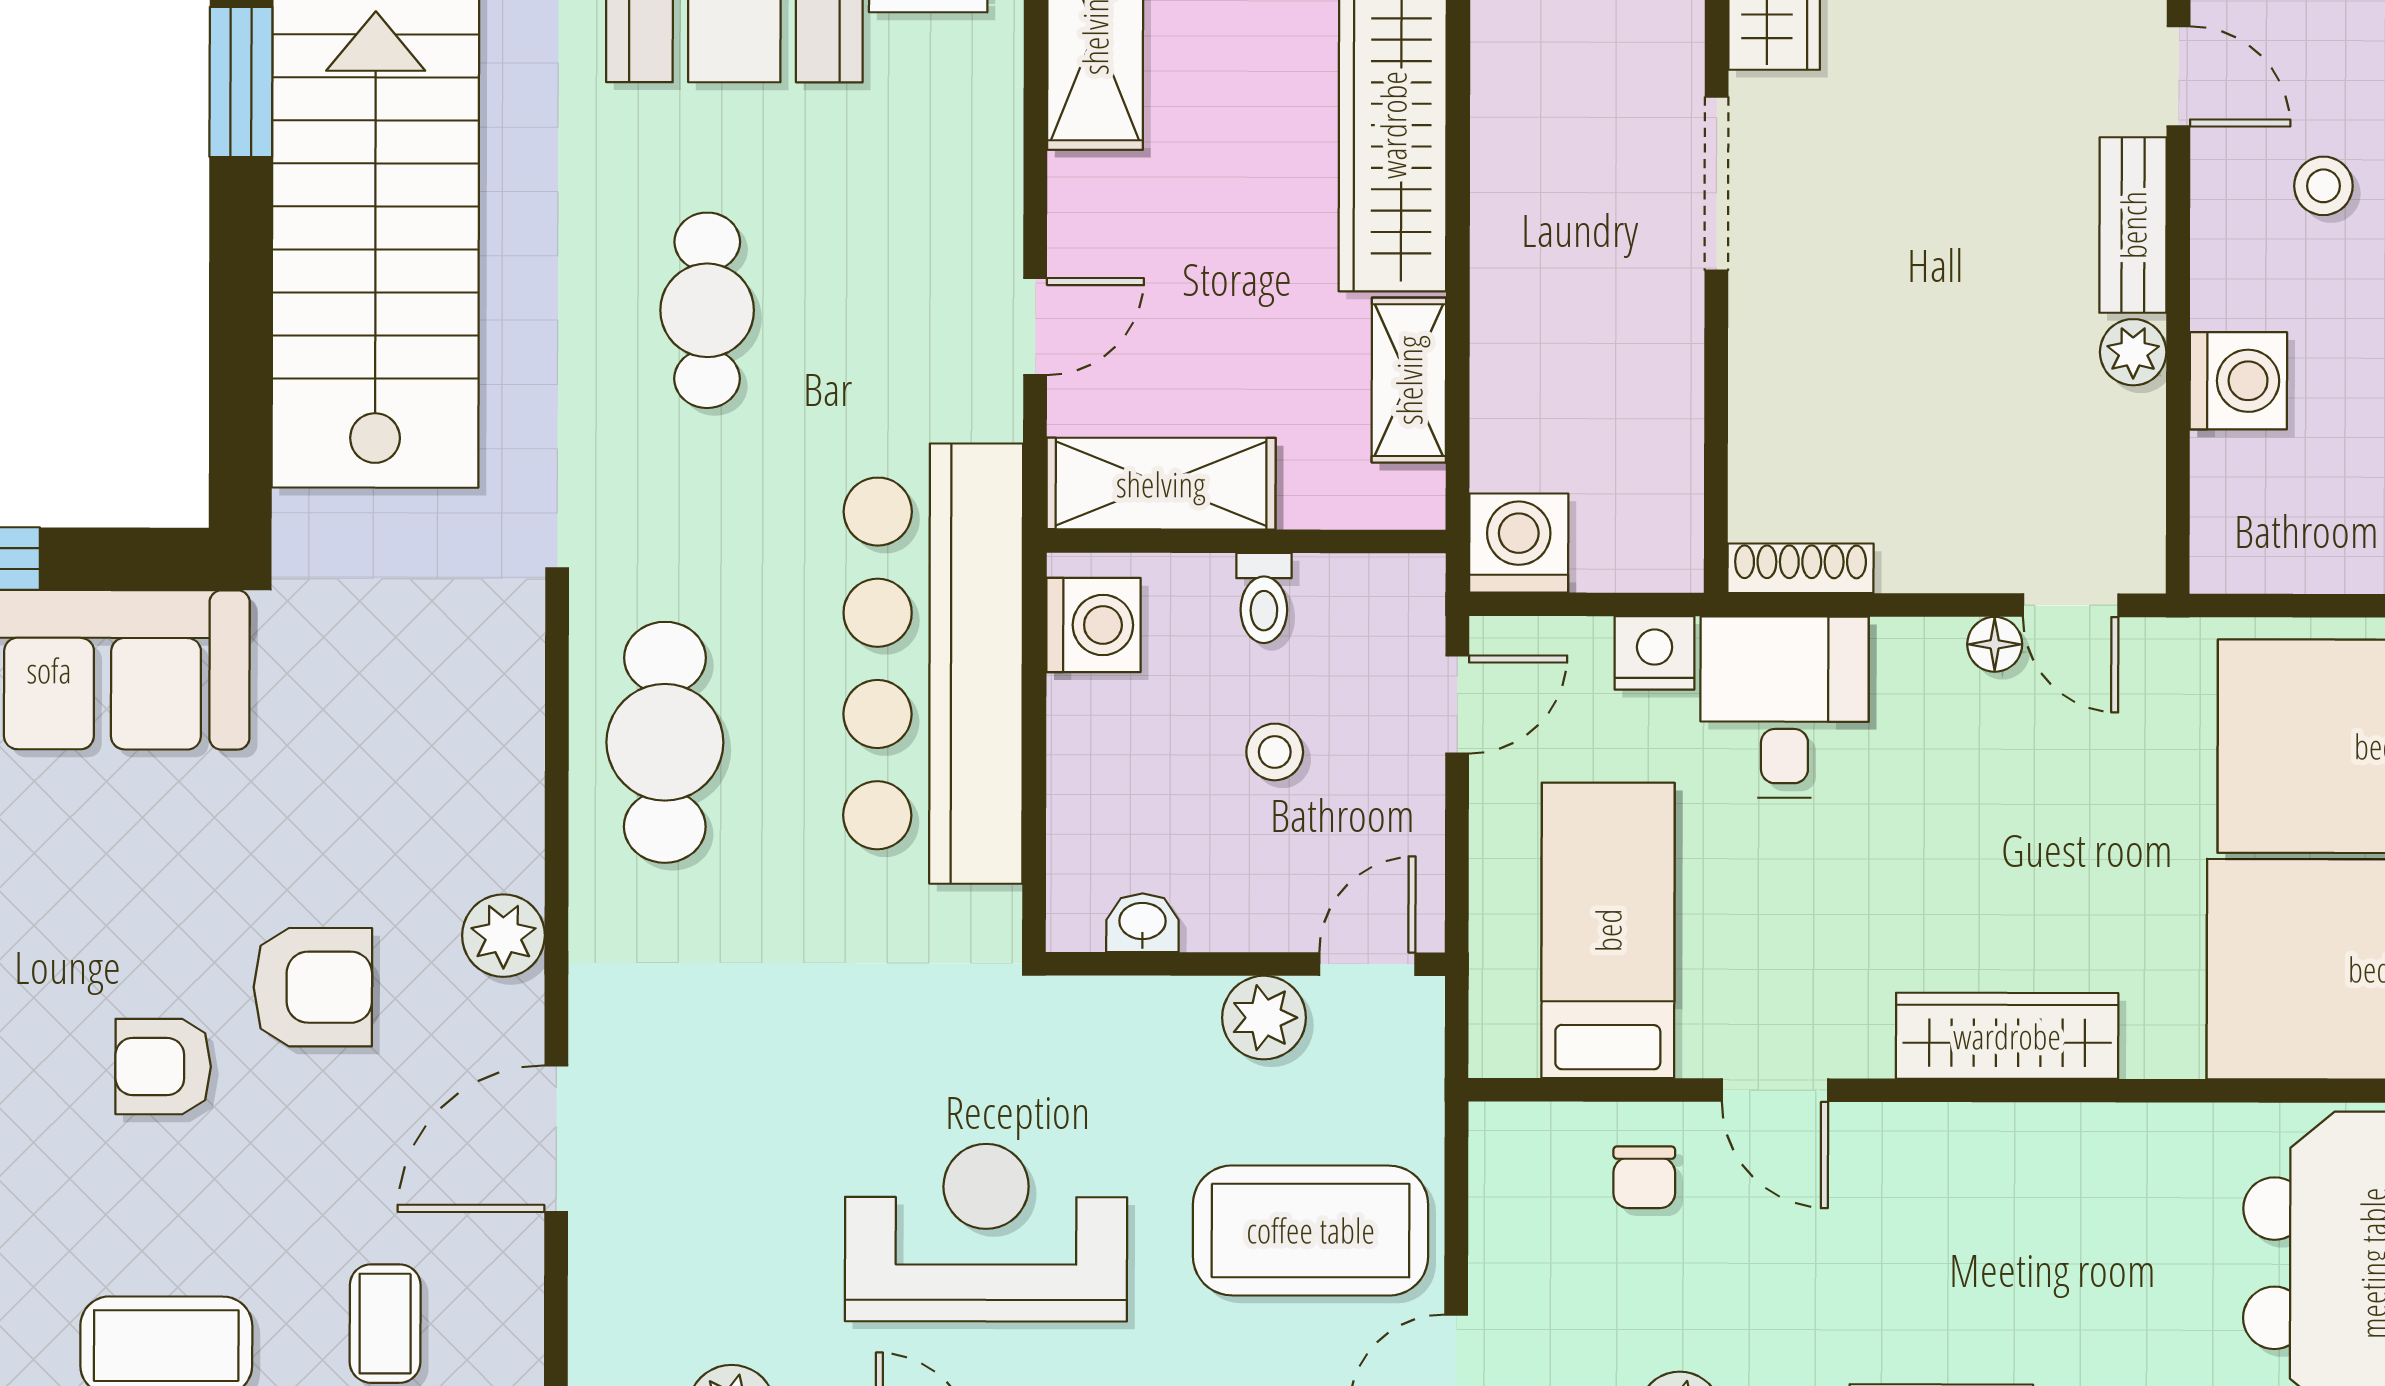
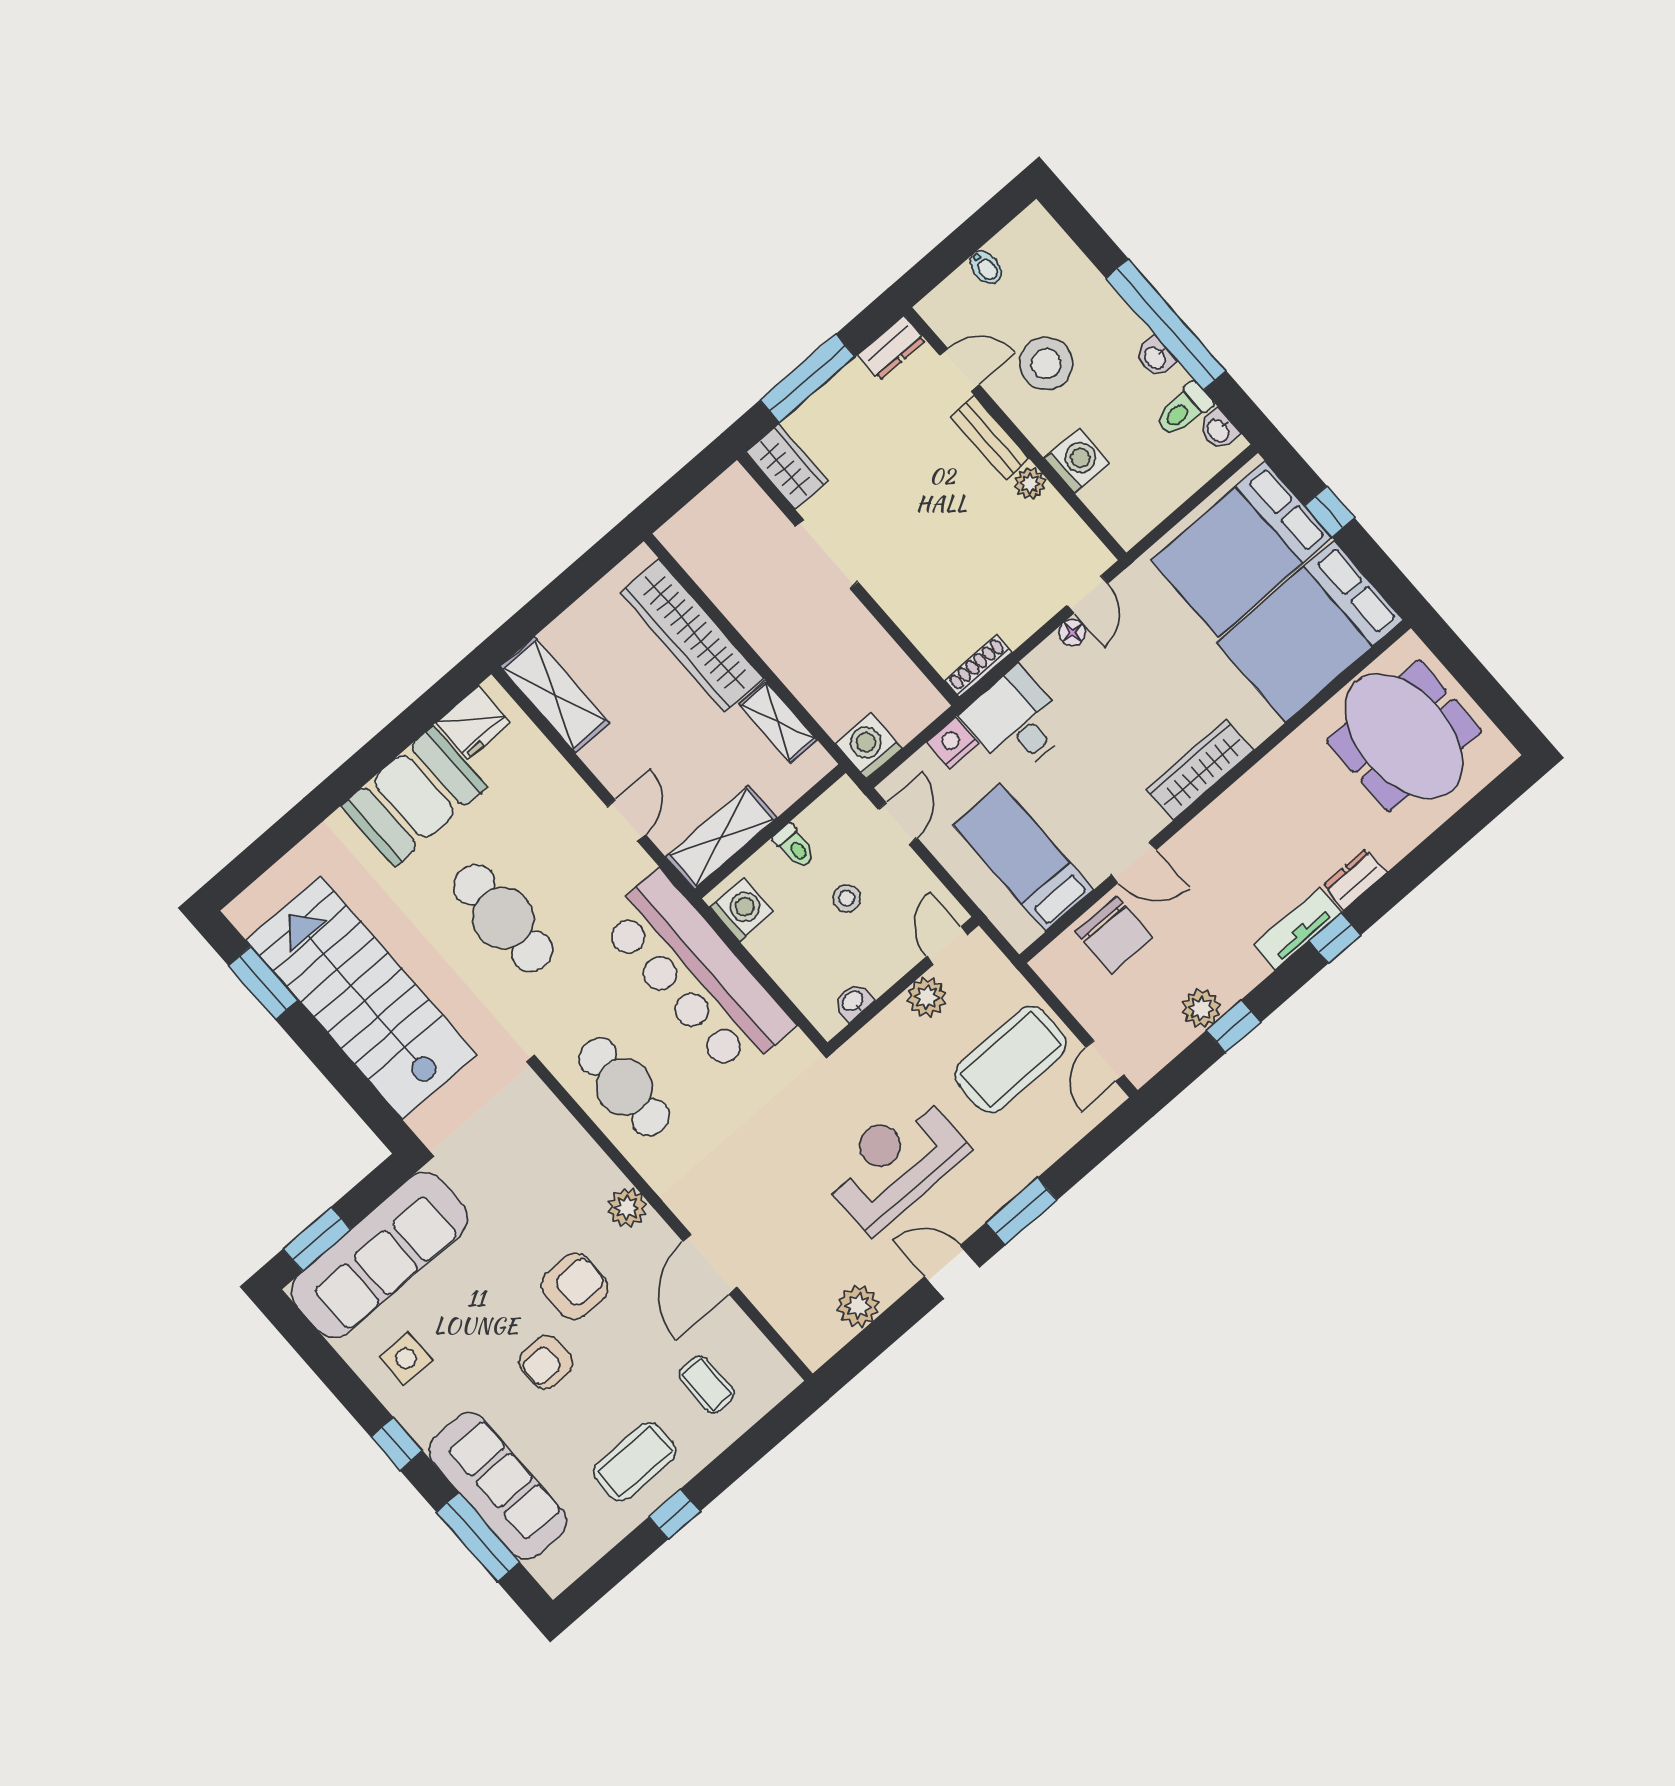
stool: (2323, 186) -> (1046, 364), width x1.89, depth x1.89
cafe table: (707, 310) -> (503, 918), width x1.37, depth x1.35
door: (2071, 605) -> (1087, 594), hinge flipped
chair: (1644, 1177) -> (1114, 935), width x1.87, depth x1.87

